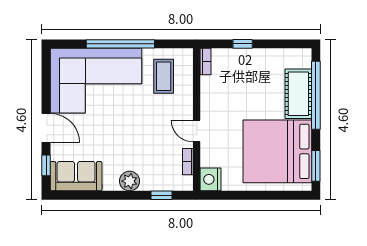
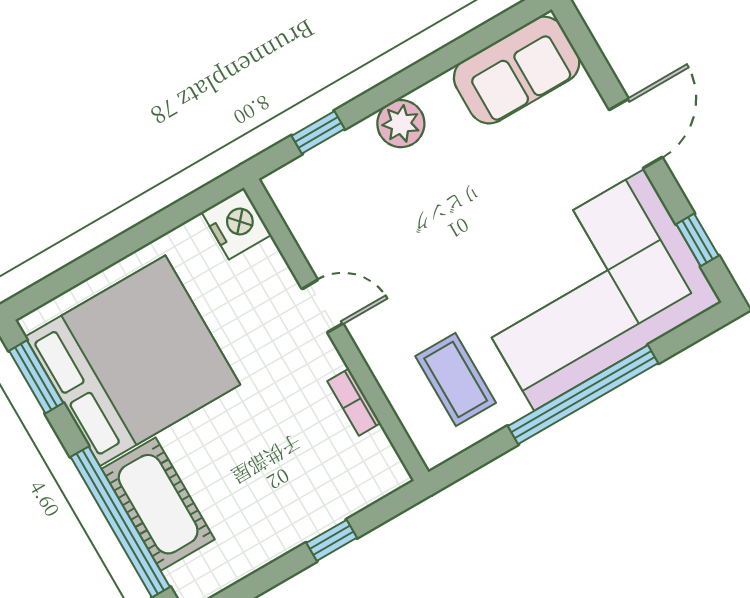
bookcase: (205, 62) -> (354, 402), moved
door: (46, 128) -> (636, 133), swing flipped
bookcase: (188, 162) -> (304, 233), removed
window: (46, 165) -> (697, 240), moved

